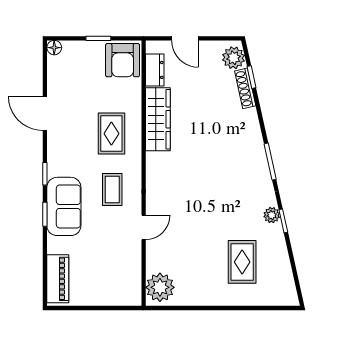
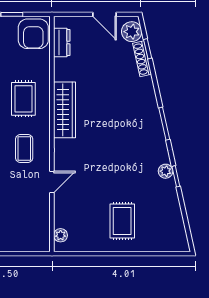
door: (185, 38) -> (105, 14), moved
wardrobe: (158, 119) -> (65, 110), moved
rug: (242, 262) -> (122, 221), moved
plant: (160, 287) -> (61, 235), width x0.53, depth x0.53

